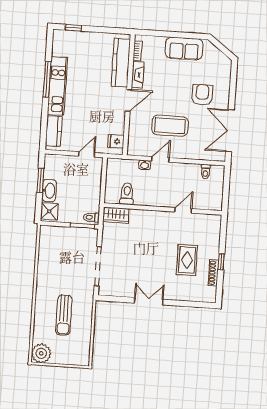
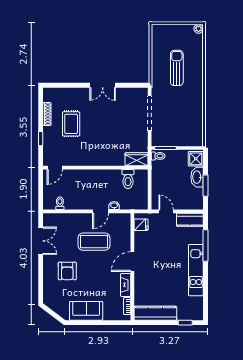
kitchen counter: (121, 62) -> (155, 313), moved, turned -90
window: (47, 79) -> (205, 246), moved
kitchen counter: (54, 131) -> (190, 220), moved, turned -90
double door: (230, 131) -> (41, 241), width x0.73
door: (87, 154) -> (166, 211), swing flipped
door: (183, 210) -> (55, 168), moved
window: (221, 262) -> (41, 139), moved
plant: (41, 353) -> (199, 29), width x0.53, depth x0.53

